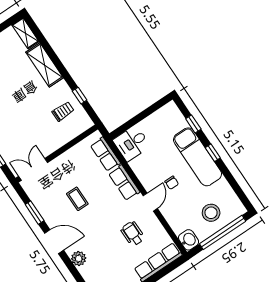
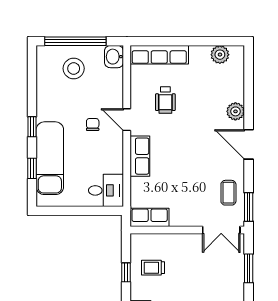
row of seats: (105, 154) -> (150, 217), moved, turned -90
exam couch: (198, 157) -> (50, 158), moved
coffee table: (77, 199) -> (228, 193), moved
door: (150, 202) -> (127, 120), hinge flipped
window: (35, 213) -> (249, 207), moved

